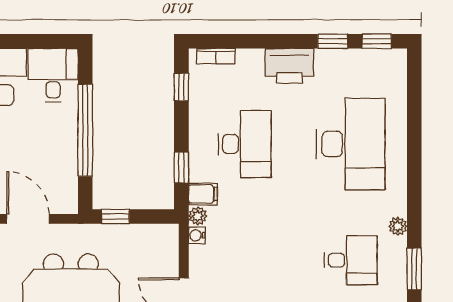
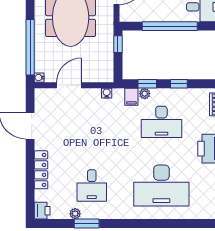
window: (181, 87) -> (179, 84), moved
plant: (198, 216) -> (145, 94), moved
plant: (398, 226) -> (75, 214), moved

